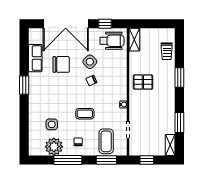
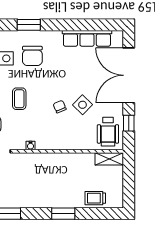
row of seats: (35, 58) -> (87, 38), width x1.48
chair: (61, 64) -> (32, 56), moved
pallet: (143, 82) -> (58, 169), removed
window: (24, 85) -> (29, 25), moved

